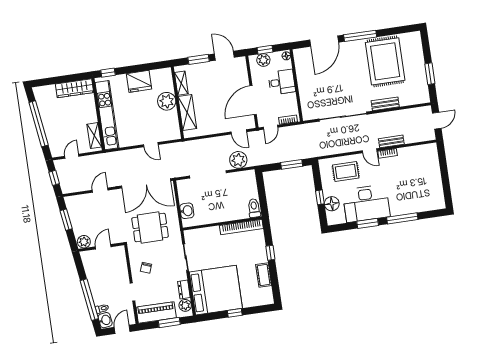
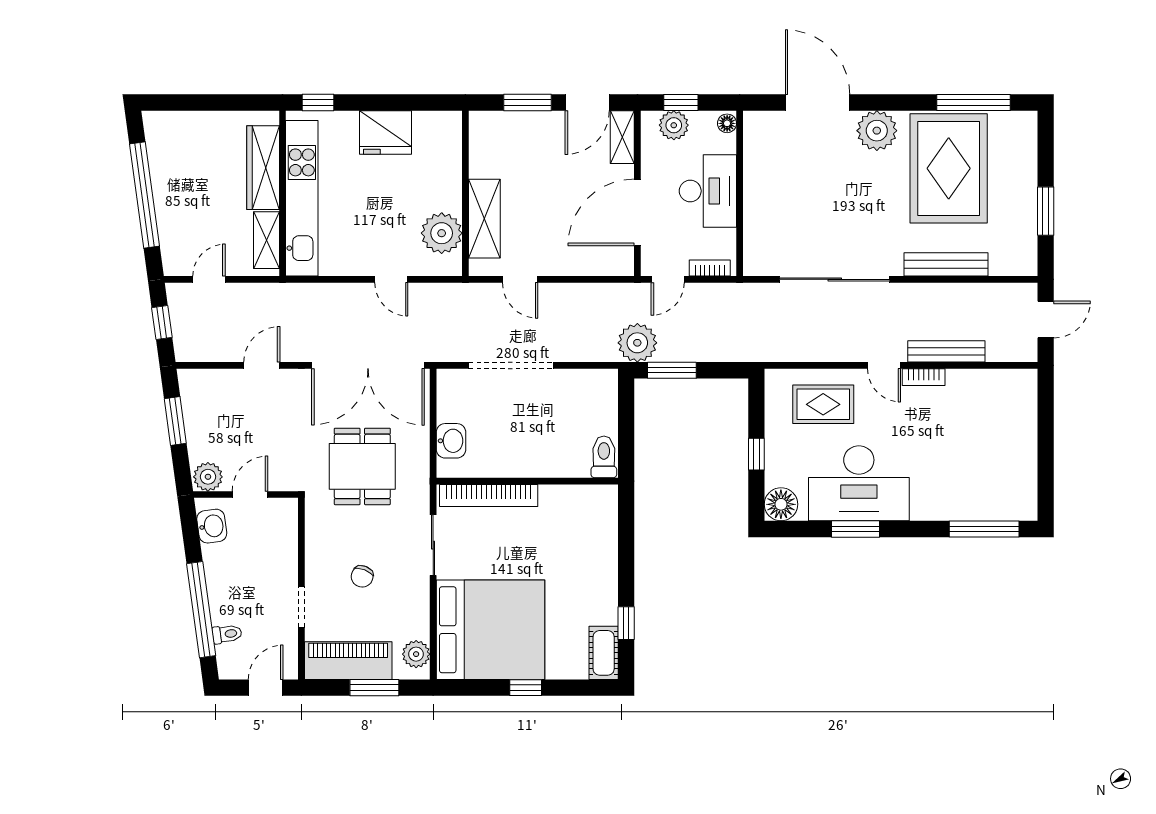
window: (360, 36) -> (973, 102), moved
door: (324, 41) -> (818, 102), swing flipped
plant: (352, 50) -> (877, 131), added
door: (224, 56) -> (587, 102), swing flipped
desk: (282, 82) -> (708, 191), width x1.37
shelving: (181, 83) -> (622, 137), moved
wardrobe: (74, 88) -> (263, 168), moved, turned 90
plant: (167, 101) -> (442, 233), moved
bench: (385, 104) -> (946, 264), width x1.36
door: (239, 132) -> (520, 279), moved
bench: (391, 141) -> (946, 351), width x1.36
plant: (238, 160) -> (637, 343), moved
window: (292, 164) -> (672, 370), moved
floor lamp: (332, 204) -> (781, 504), moved
window: (402, 218) -> (984, 529), moved
dining table: (150, 227) -> (362, 466), turned 90
bookcase: (241, 227) -> (489, 495), moved
window: (270, 253) -> (626, 623), moved
chair: (146, 268) -> (362, 576), moved
cot: (264, 275) -> (604, 653), moved
dresser: (184, 289) -> (418, 618), removed
washbasin: (105, 320) -> (212, 526), moved

